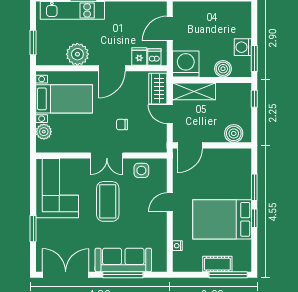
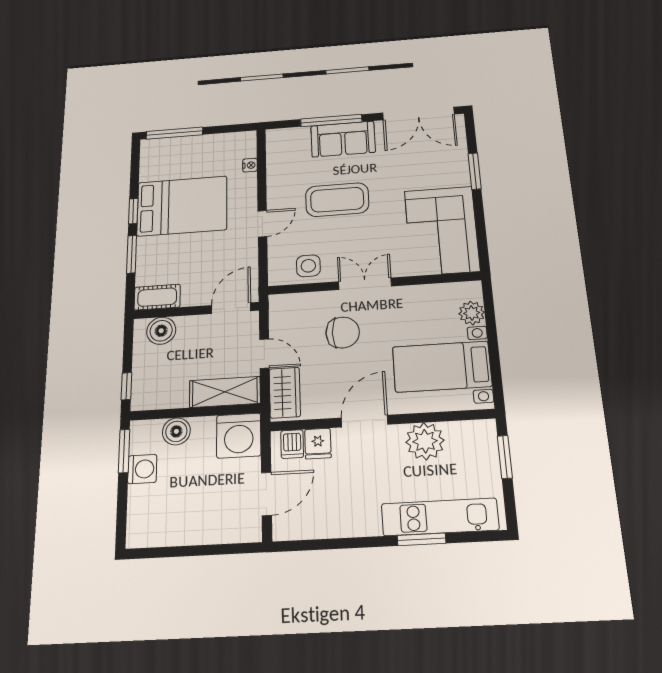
chair: (122, 125) -> (343, 332), width x1.87, depth x1.87
coffee table: (108, 201) -> (337, 200), moved, turned 90
sofa: (123, 260) -> (343, 139), width x0.73
cot: (217, 264) -> (157, 297), moved

